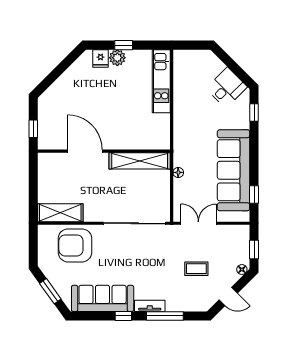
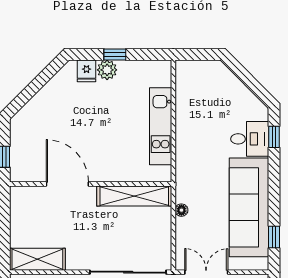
kitchen unit: (161, 81) -> (161, 126), moved
desk: (227, 88) -> (250, 139), moved, turned 45

